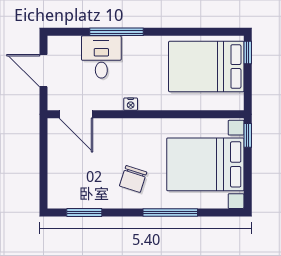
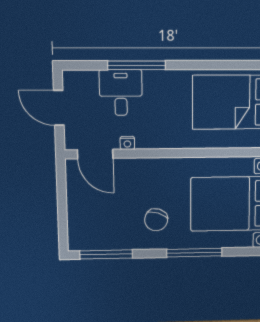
nightstand: (131, 104) -> (127, 143), moved
window: (84, 212) -> (106, 254), width x1.44

